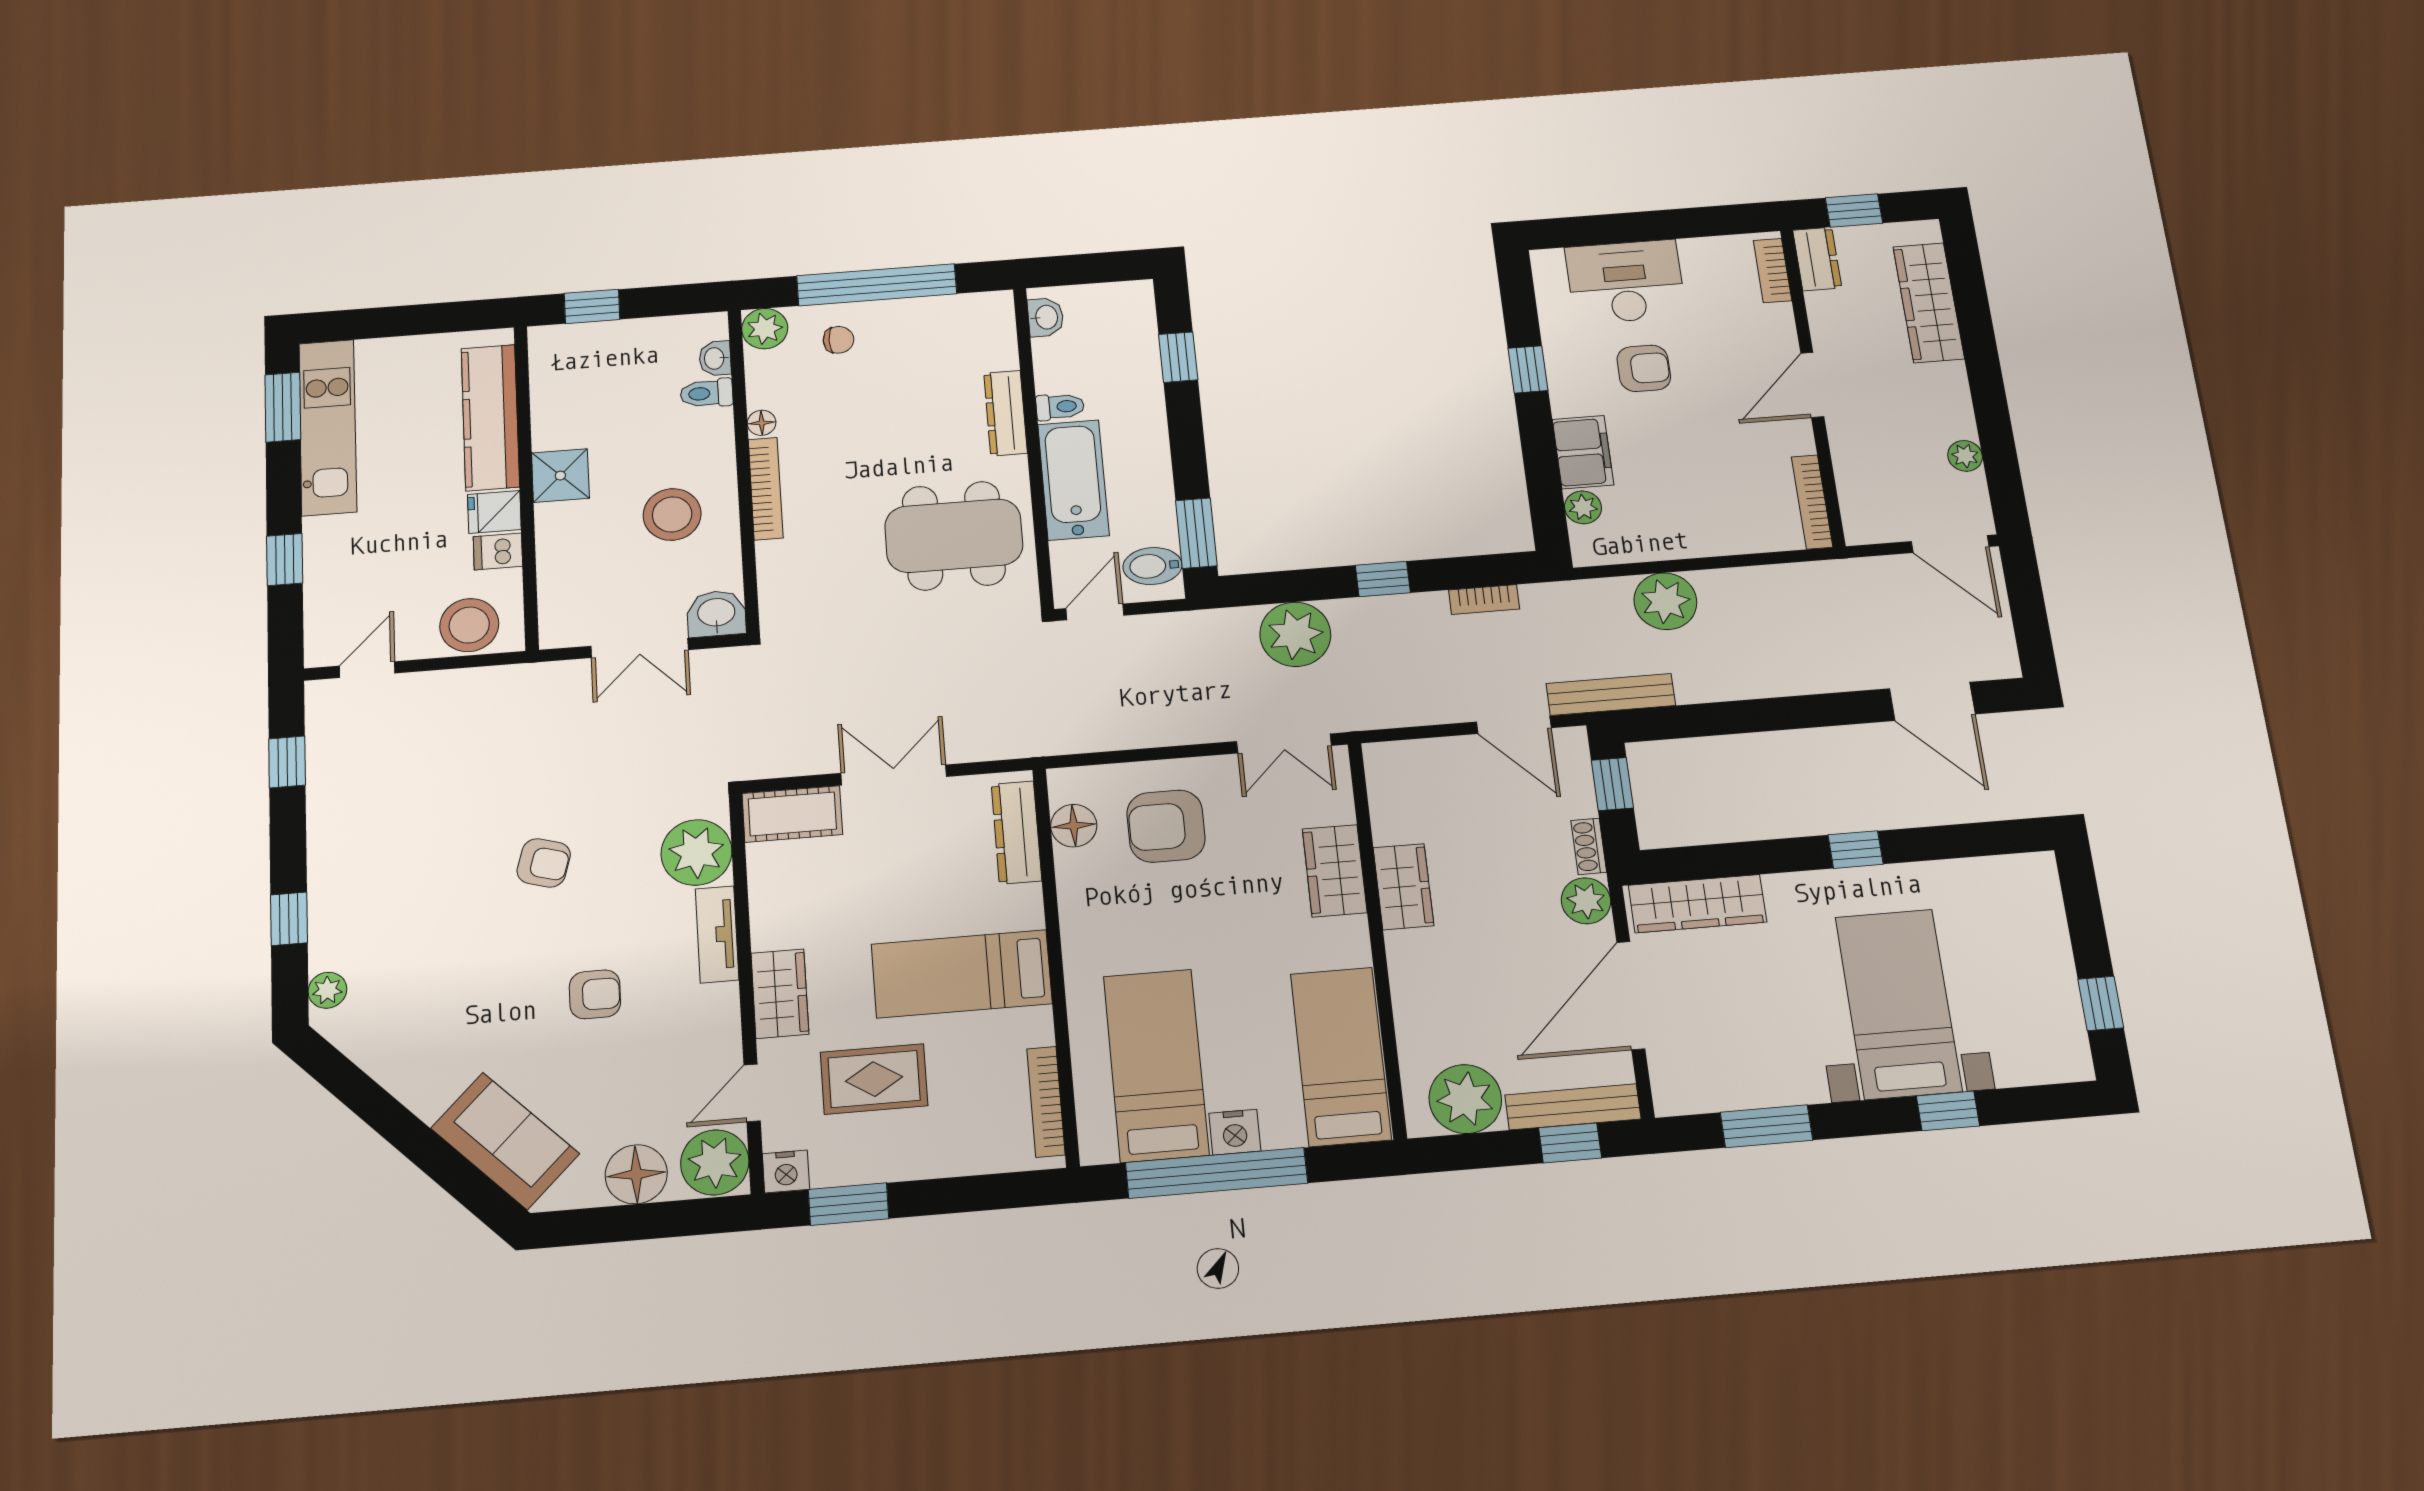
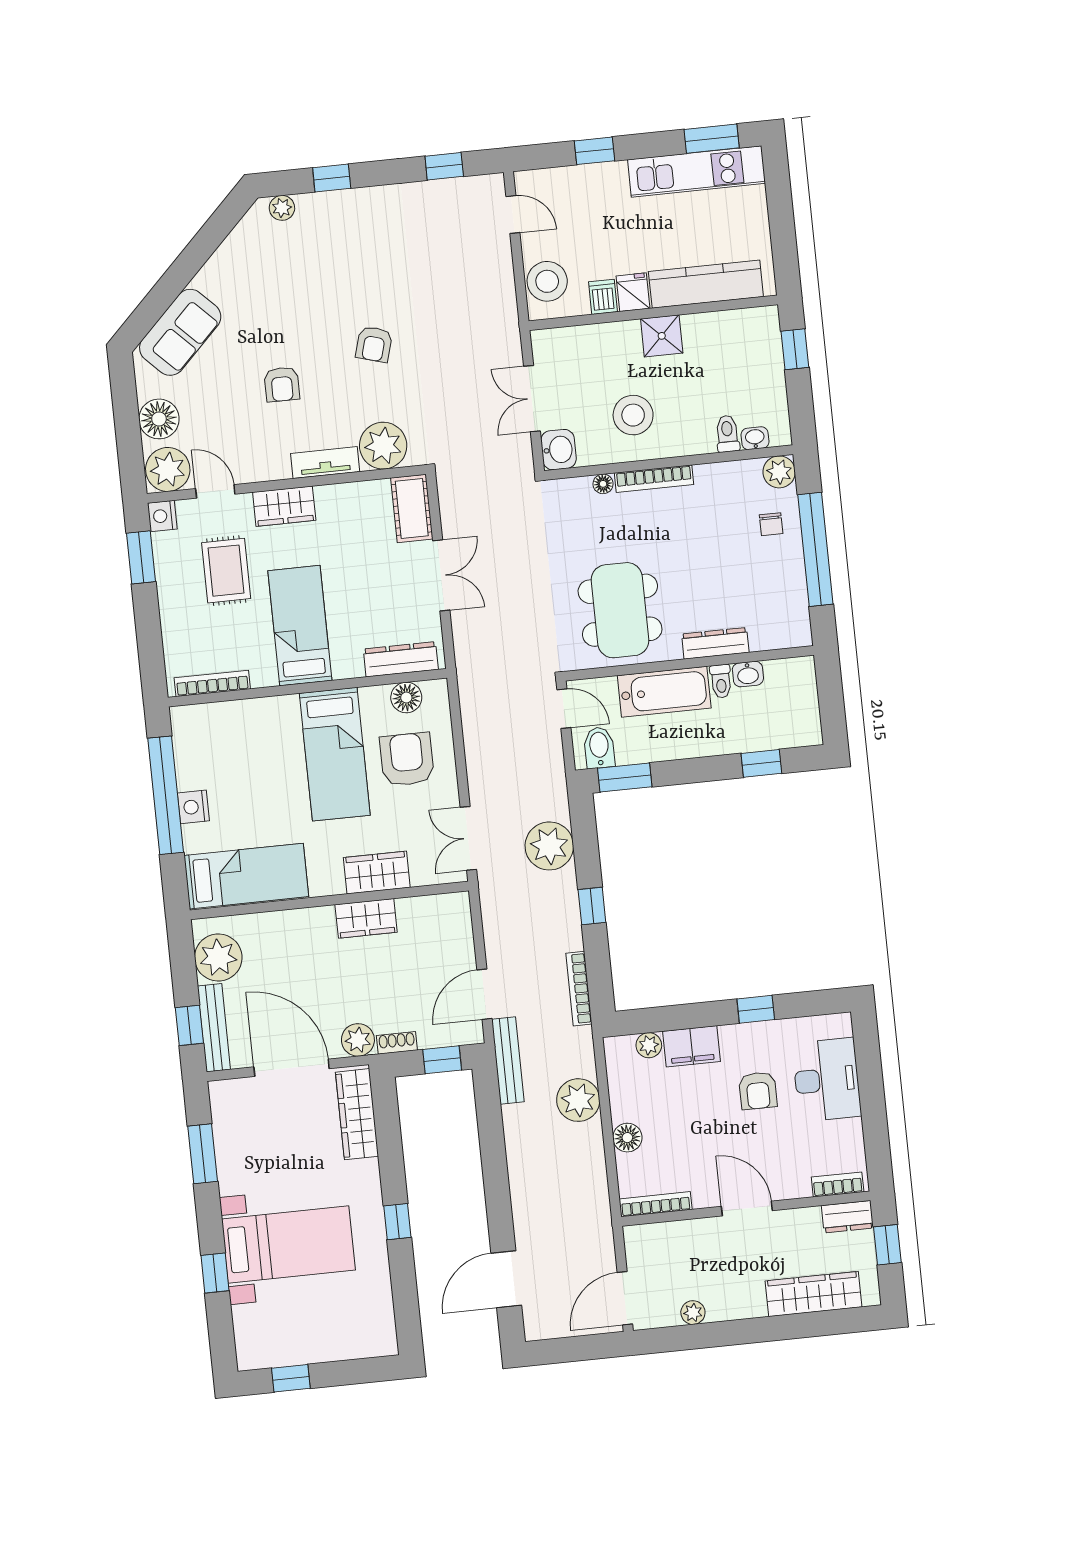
washbasin: (1046, 317) -> (748, 674), moved
floor lamp: (762, 423) -> (603, 484), moved
floor lamp: (1717, 537) -> (627, 1138), added
bookcase: (1484, 599) -> (579, 989), width x1.56
bed: (1156, 1065) -> (335, 754), moved, turned 90

